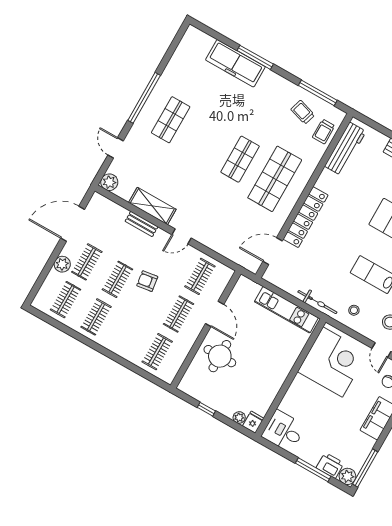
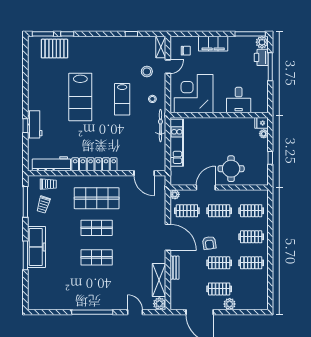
freezer: (235, 63) -> (36, 247), moved
shop shelf: (171, 120) -> (97, 257), moved
door: (116, 148) -> (135, 312), swing flipped
shelving: (152, 206) -> (159, 280), moved
locker: (306, 217) -> (94, 164), moved
door: (181, 236) -> (168, 237), width x1.87
plant: (227, 273) -> (175, 194), added
clothes rail: (65, 300) -> (251, 237), moved
desk: (284, 431) -> (239, 100), moved

